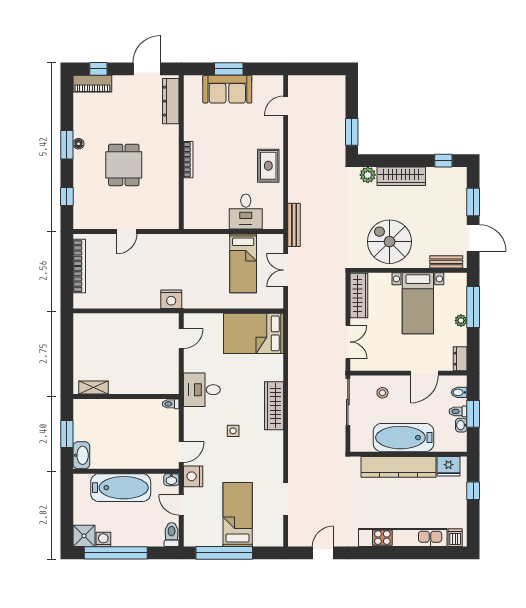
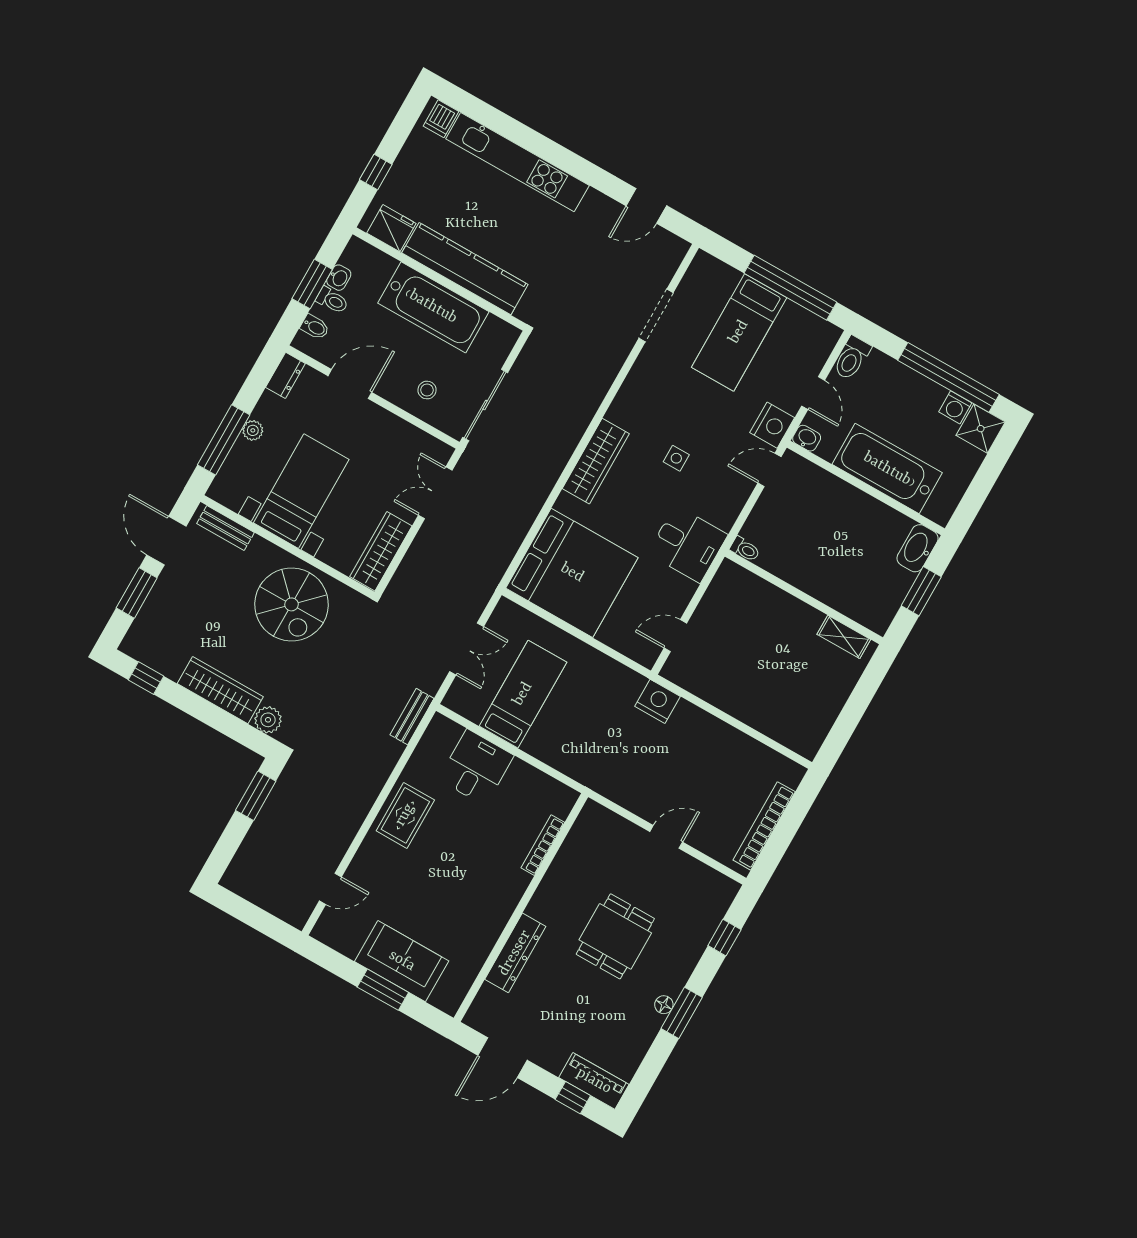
dresser: (171, 101) -> (515, 953), moved
bookcase: (188, 160) -> (543, 845), moved
bench: (294, 225) -> (412, 717), width x0.73
bed: (253, 333) -> (572, 573), width x1.36

